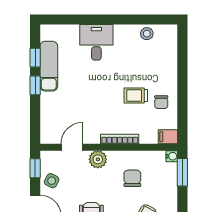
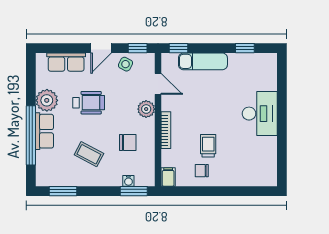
stool: (147, 34) -> (268, 157), removed
desk: (96, 42) -> (260, 114), width x1.37
exam couch: (49, 66) -> (203, 61), moved
window: (35, 85) -> (178, 48), moved
water cooler: (172, 156) -> (128, 181), moved

